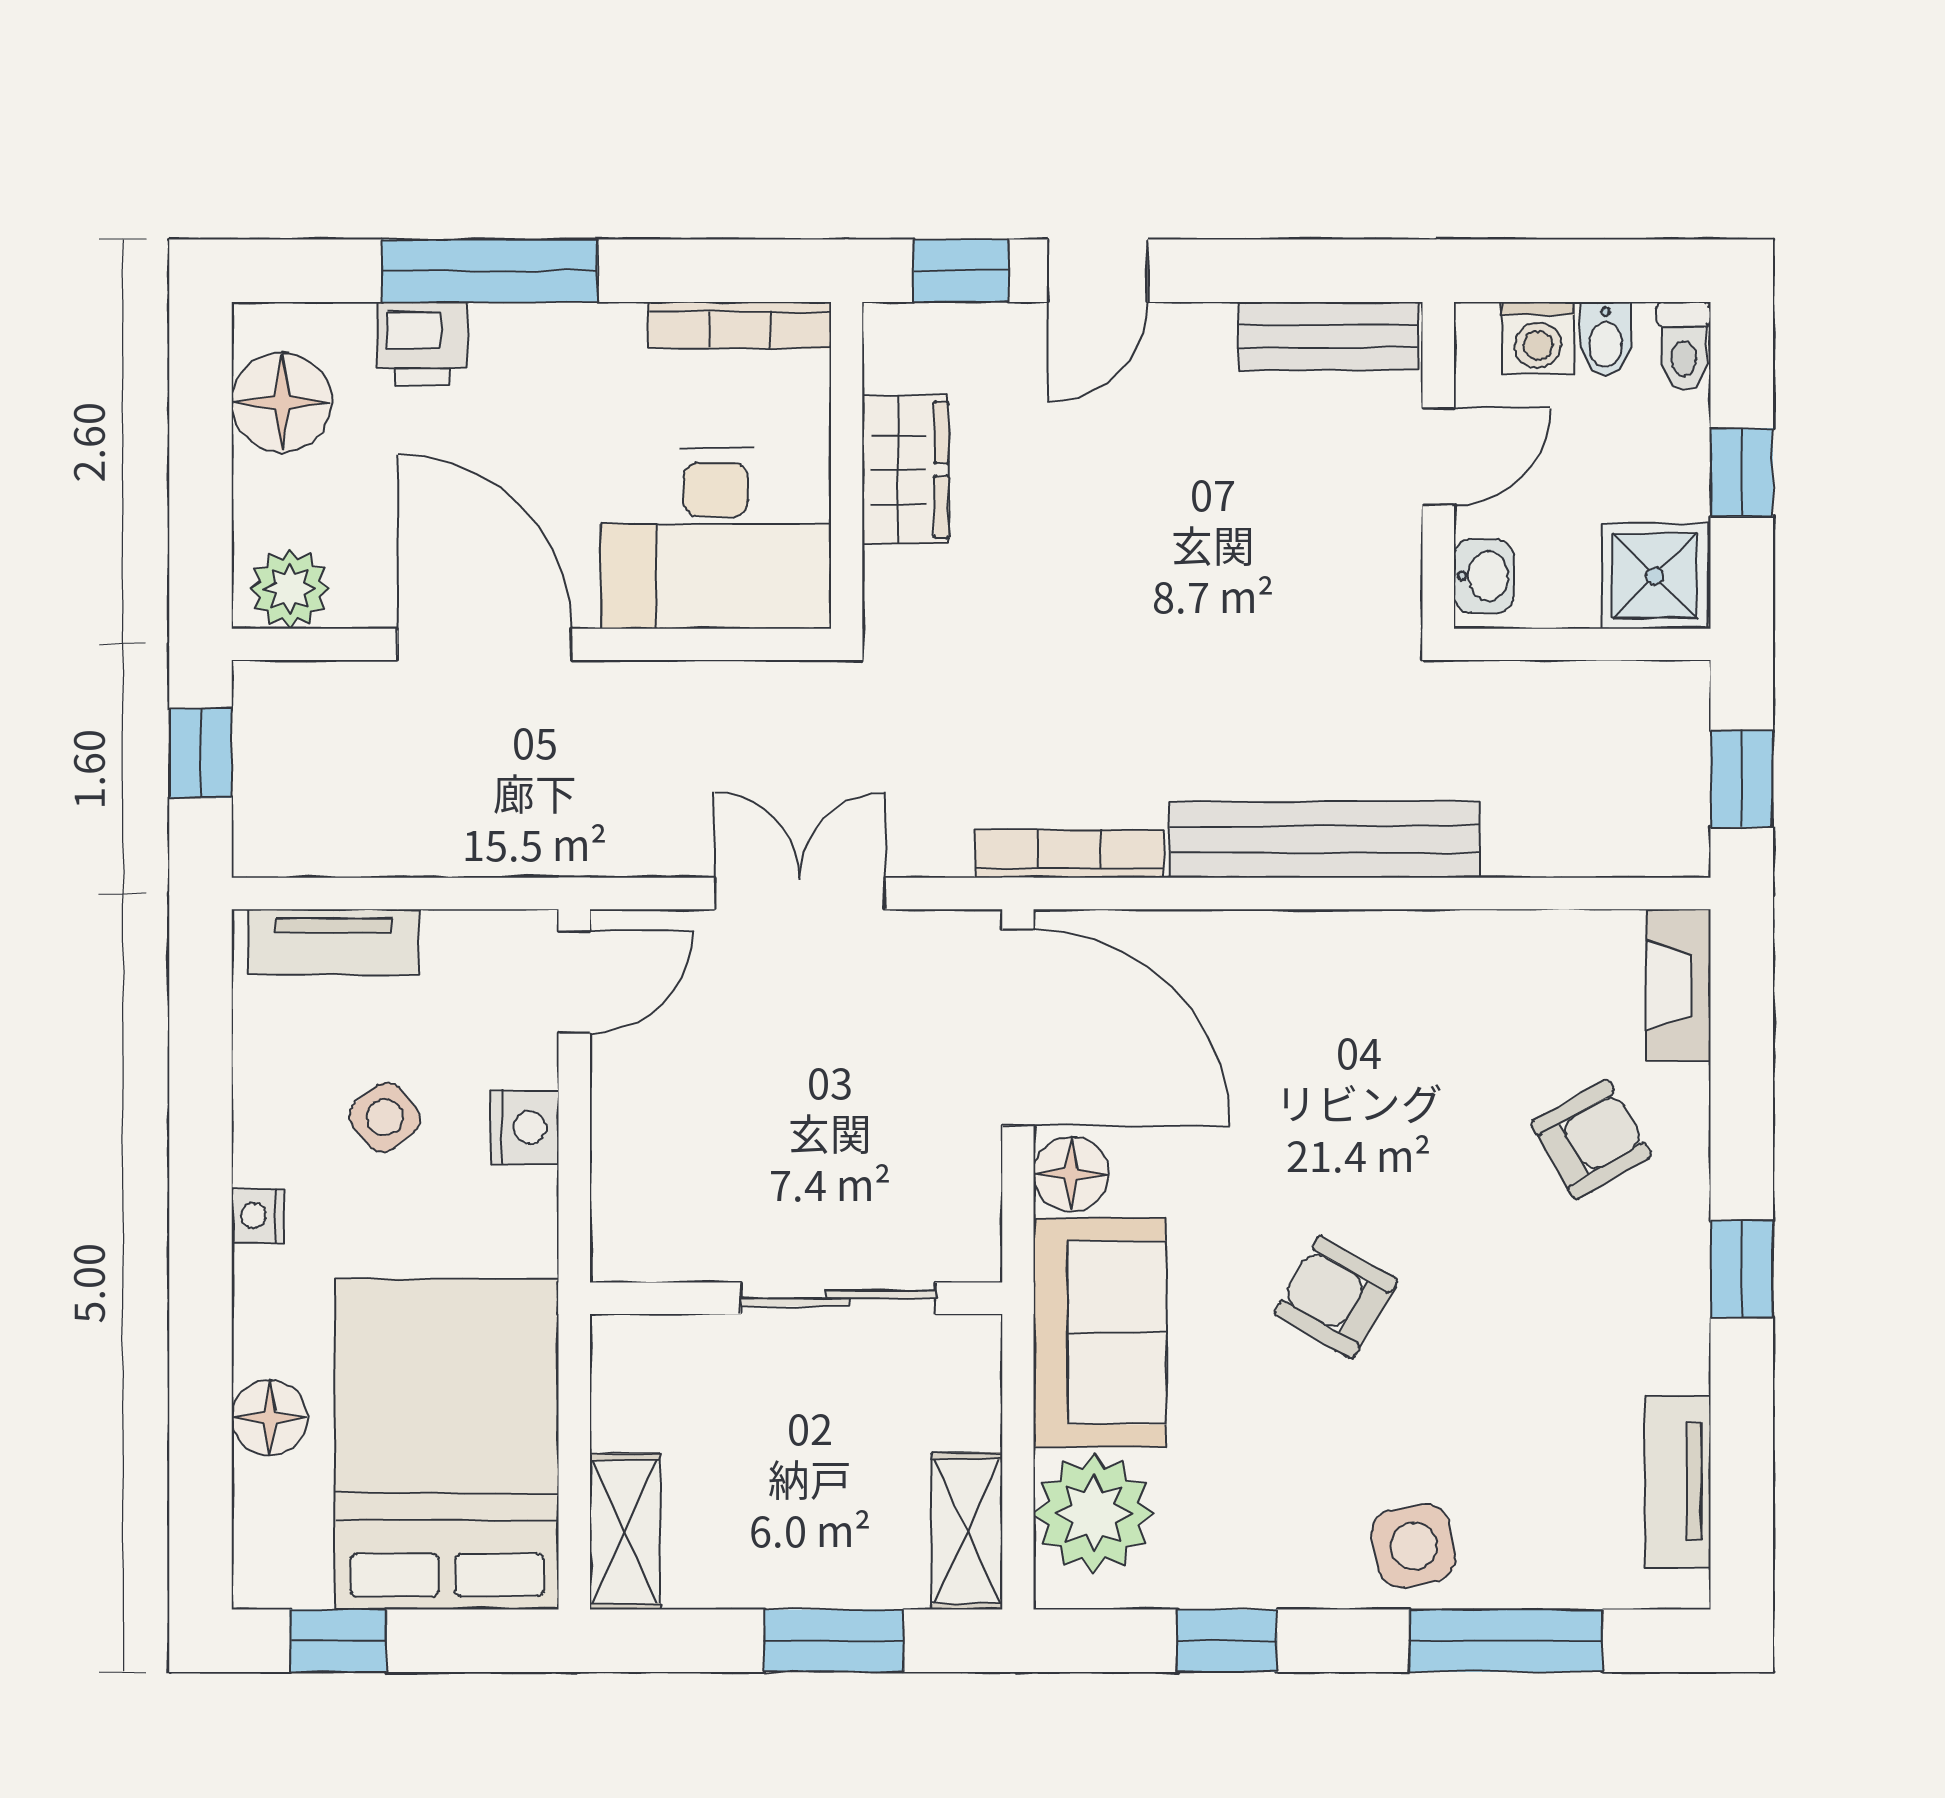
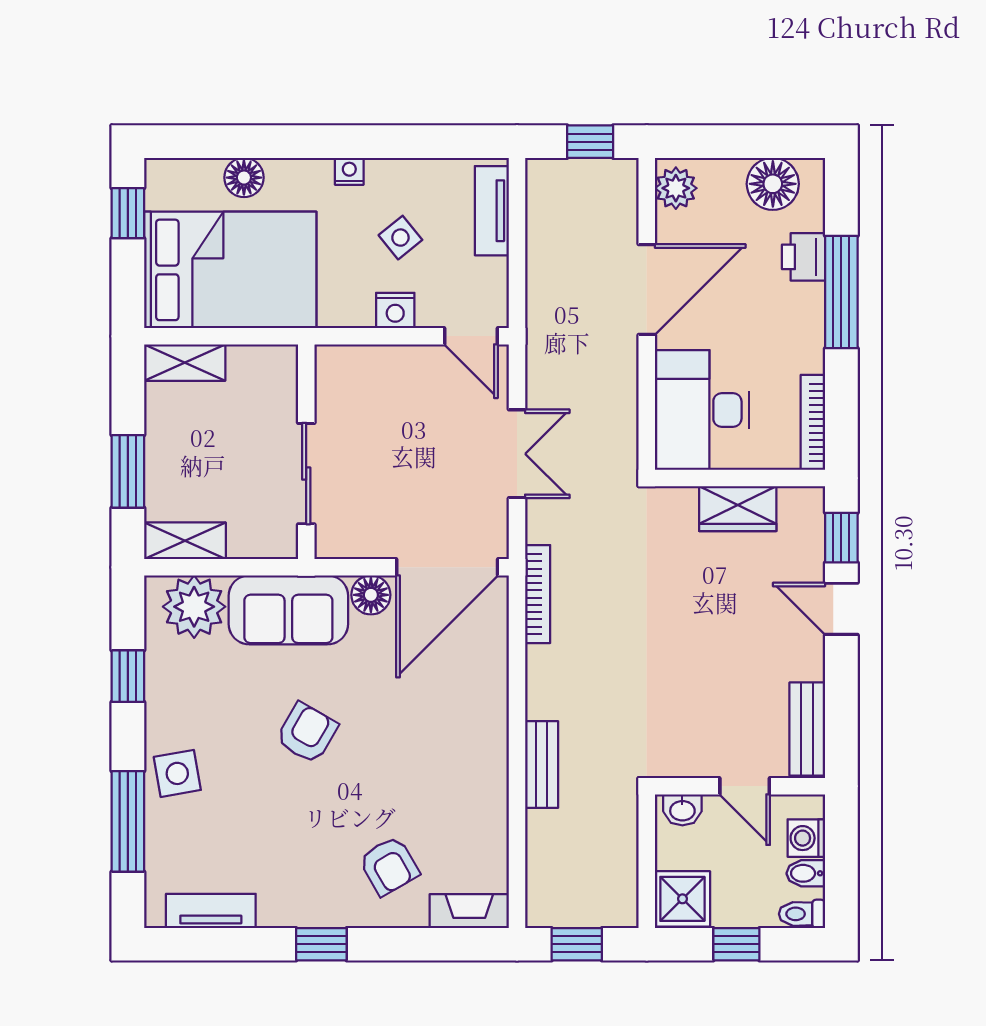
bench: (1325, 839) -> (542, 765), width x0.54, depth x0.82

